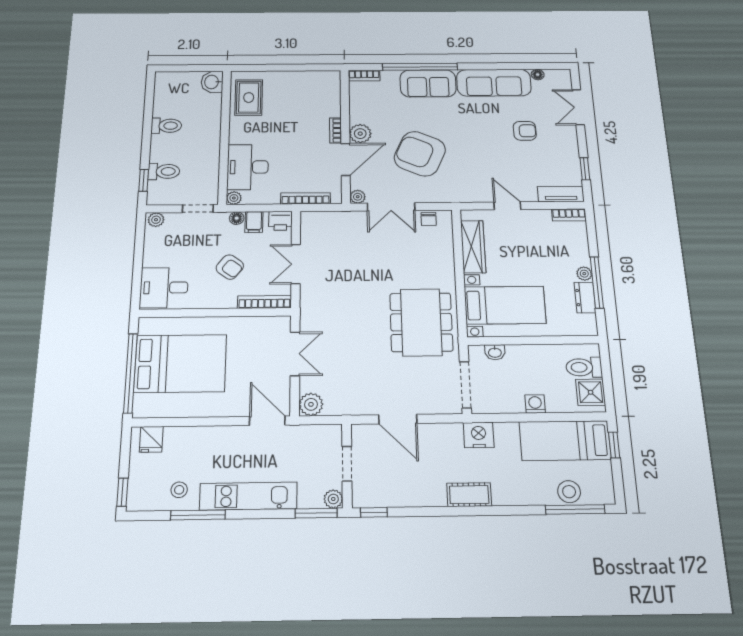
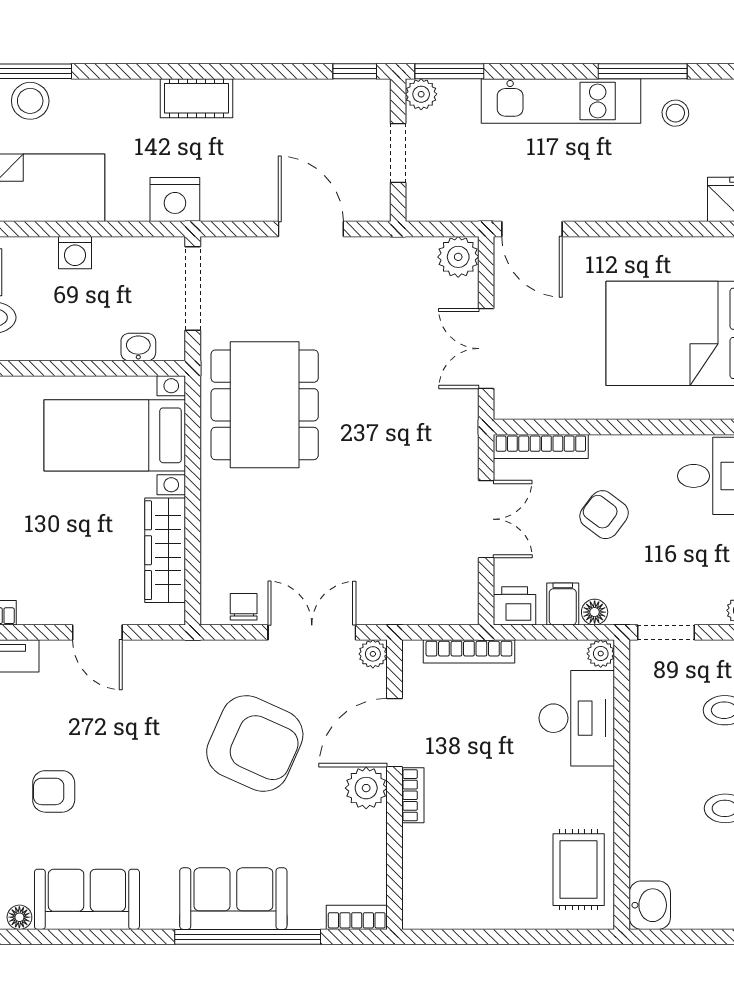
sofa: (494, 83) -> (87, 899), width x0.73

